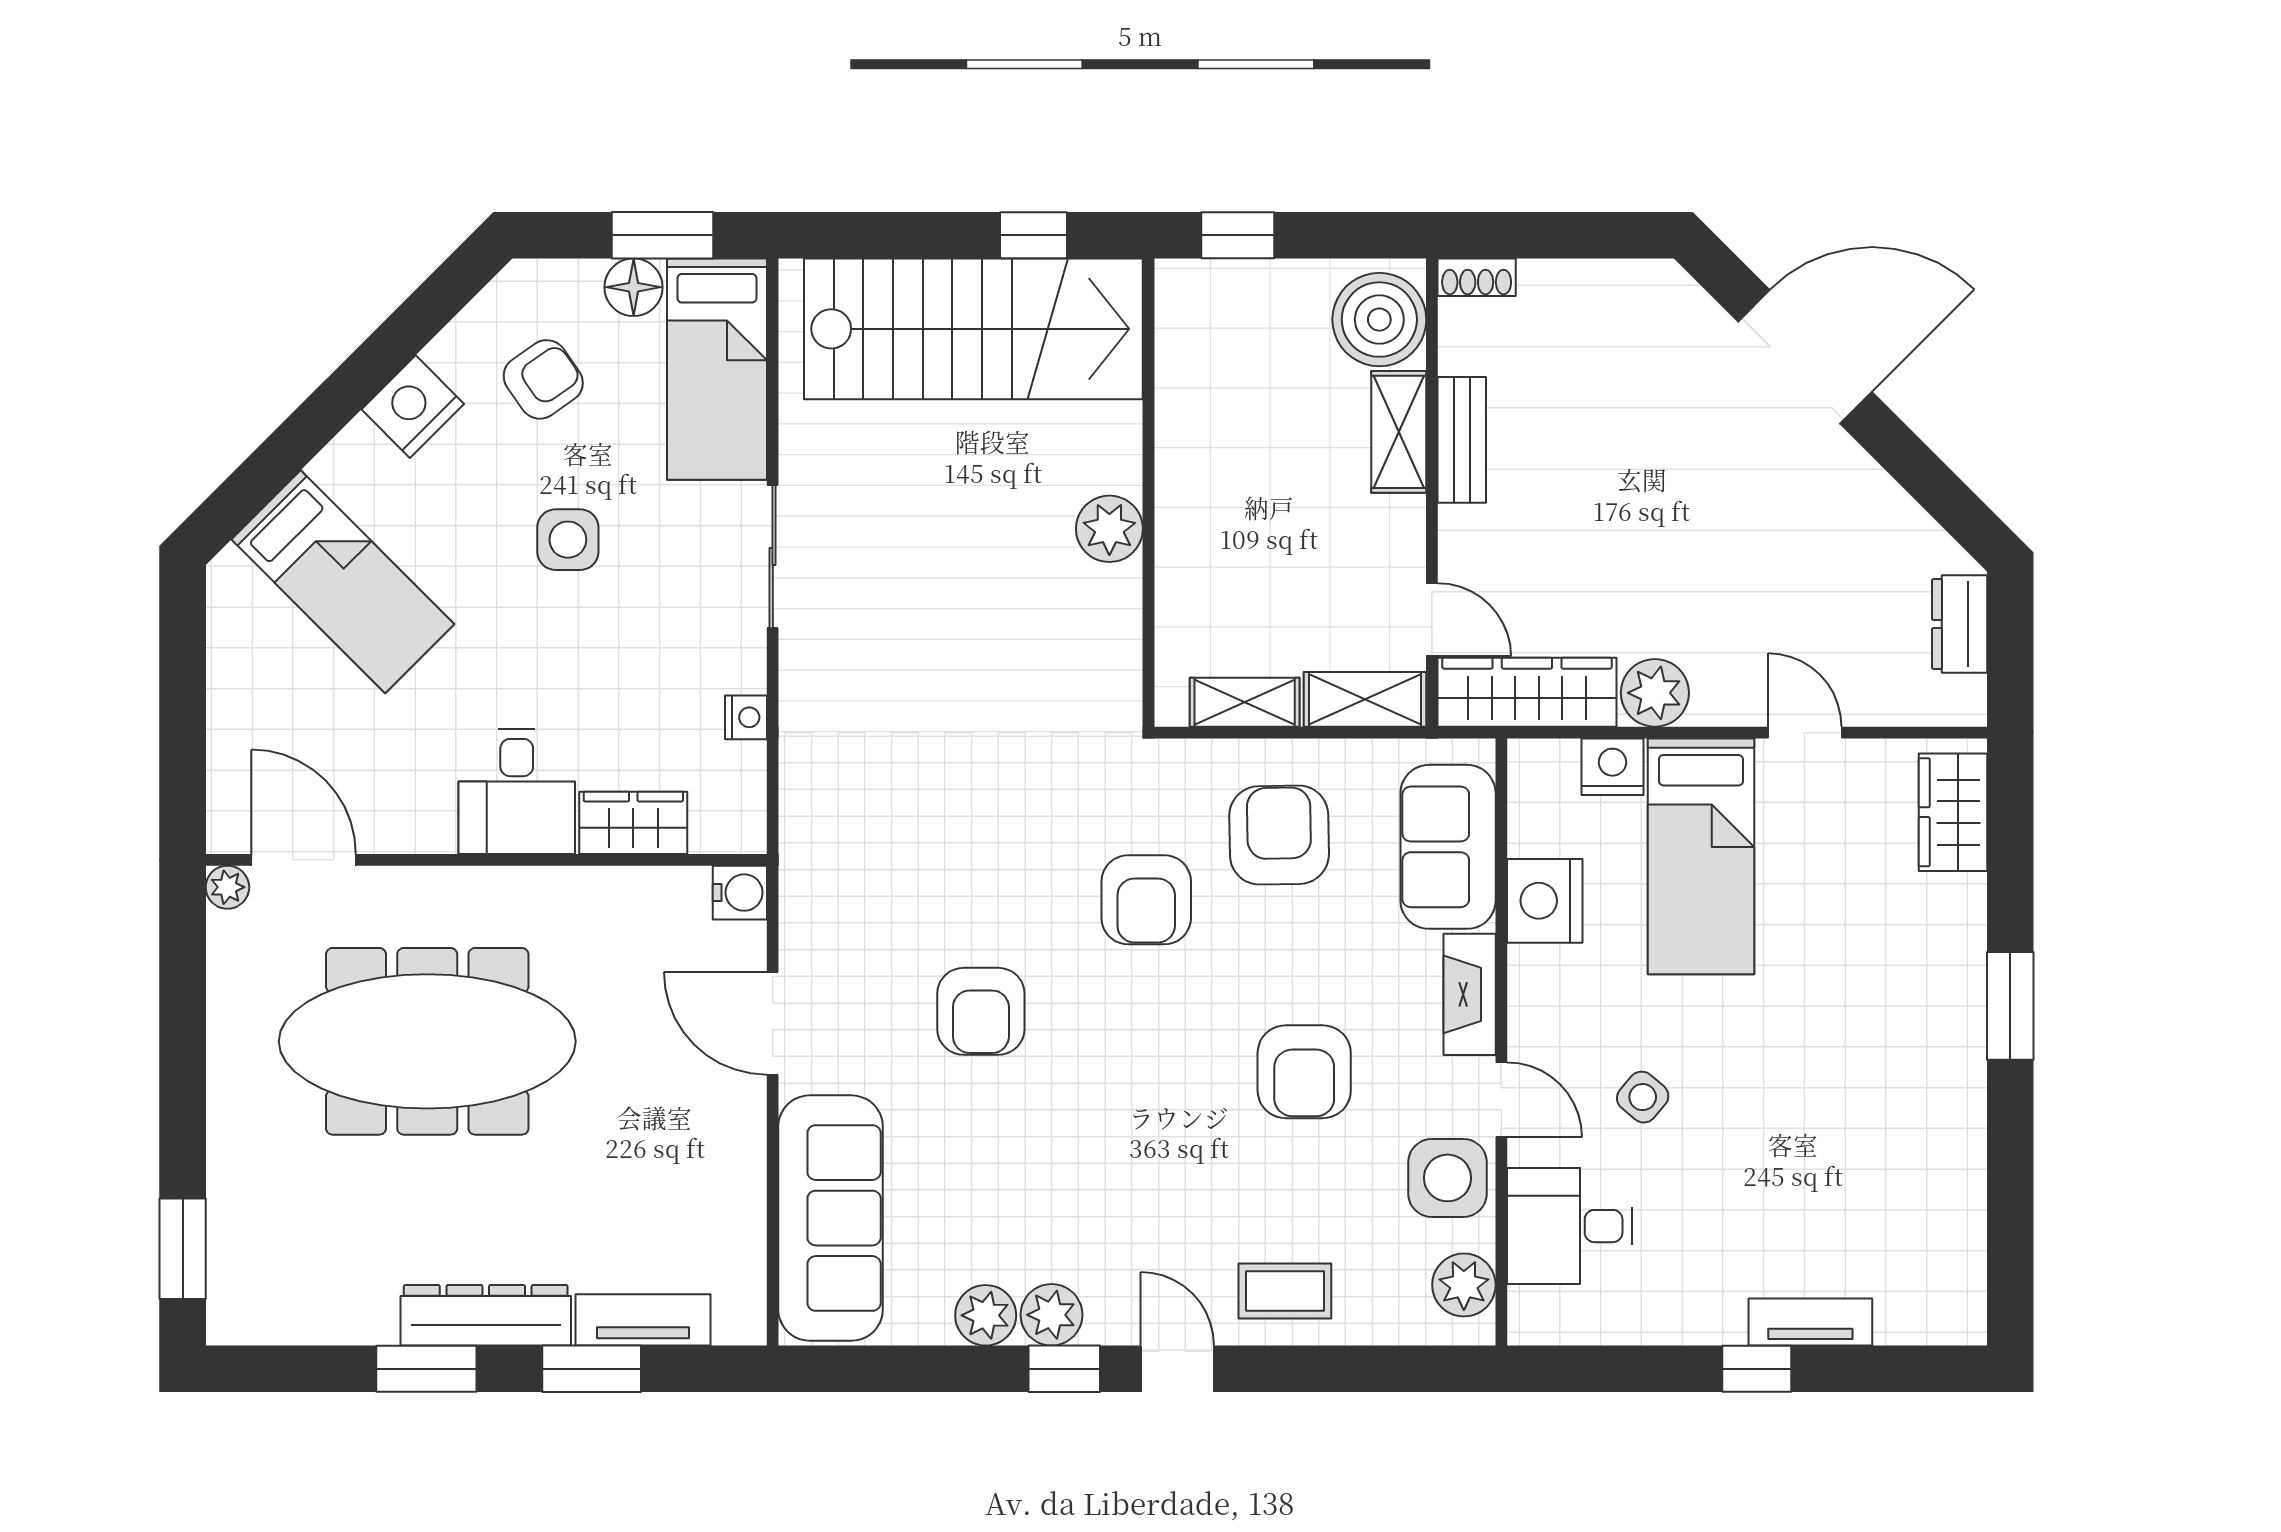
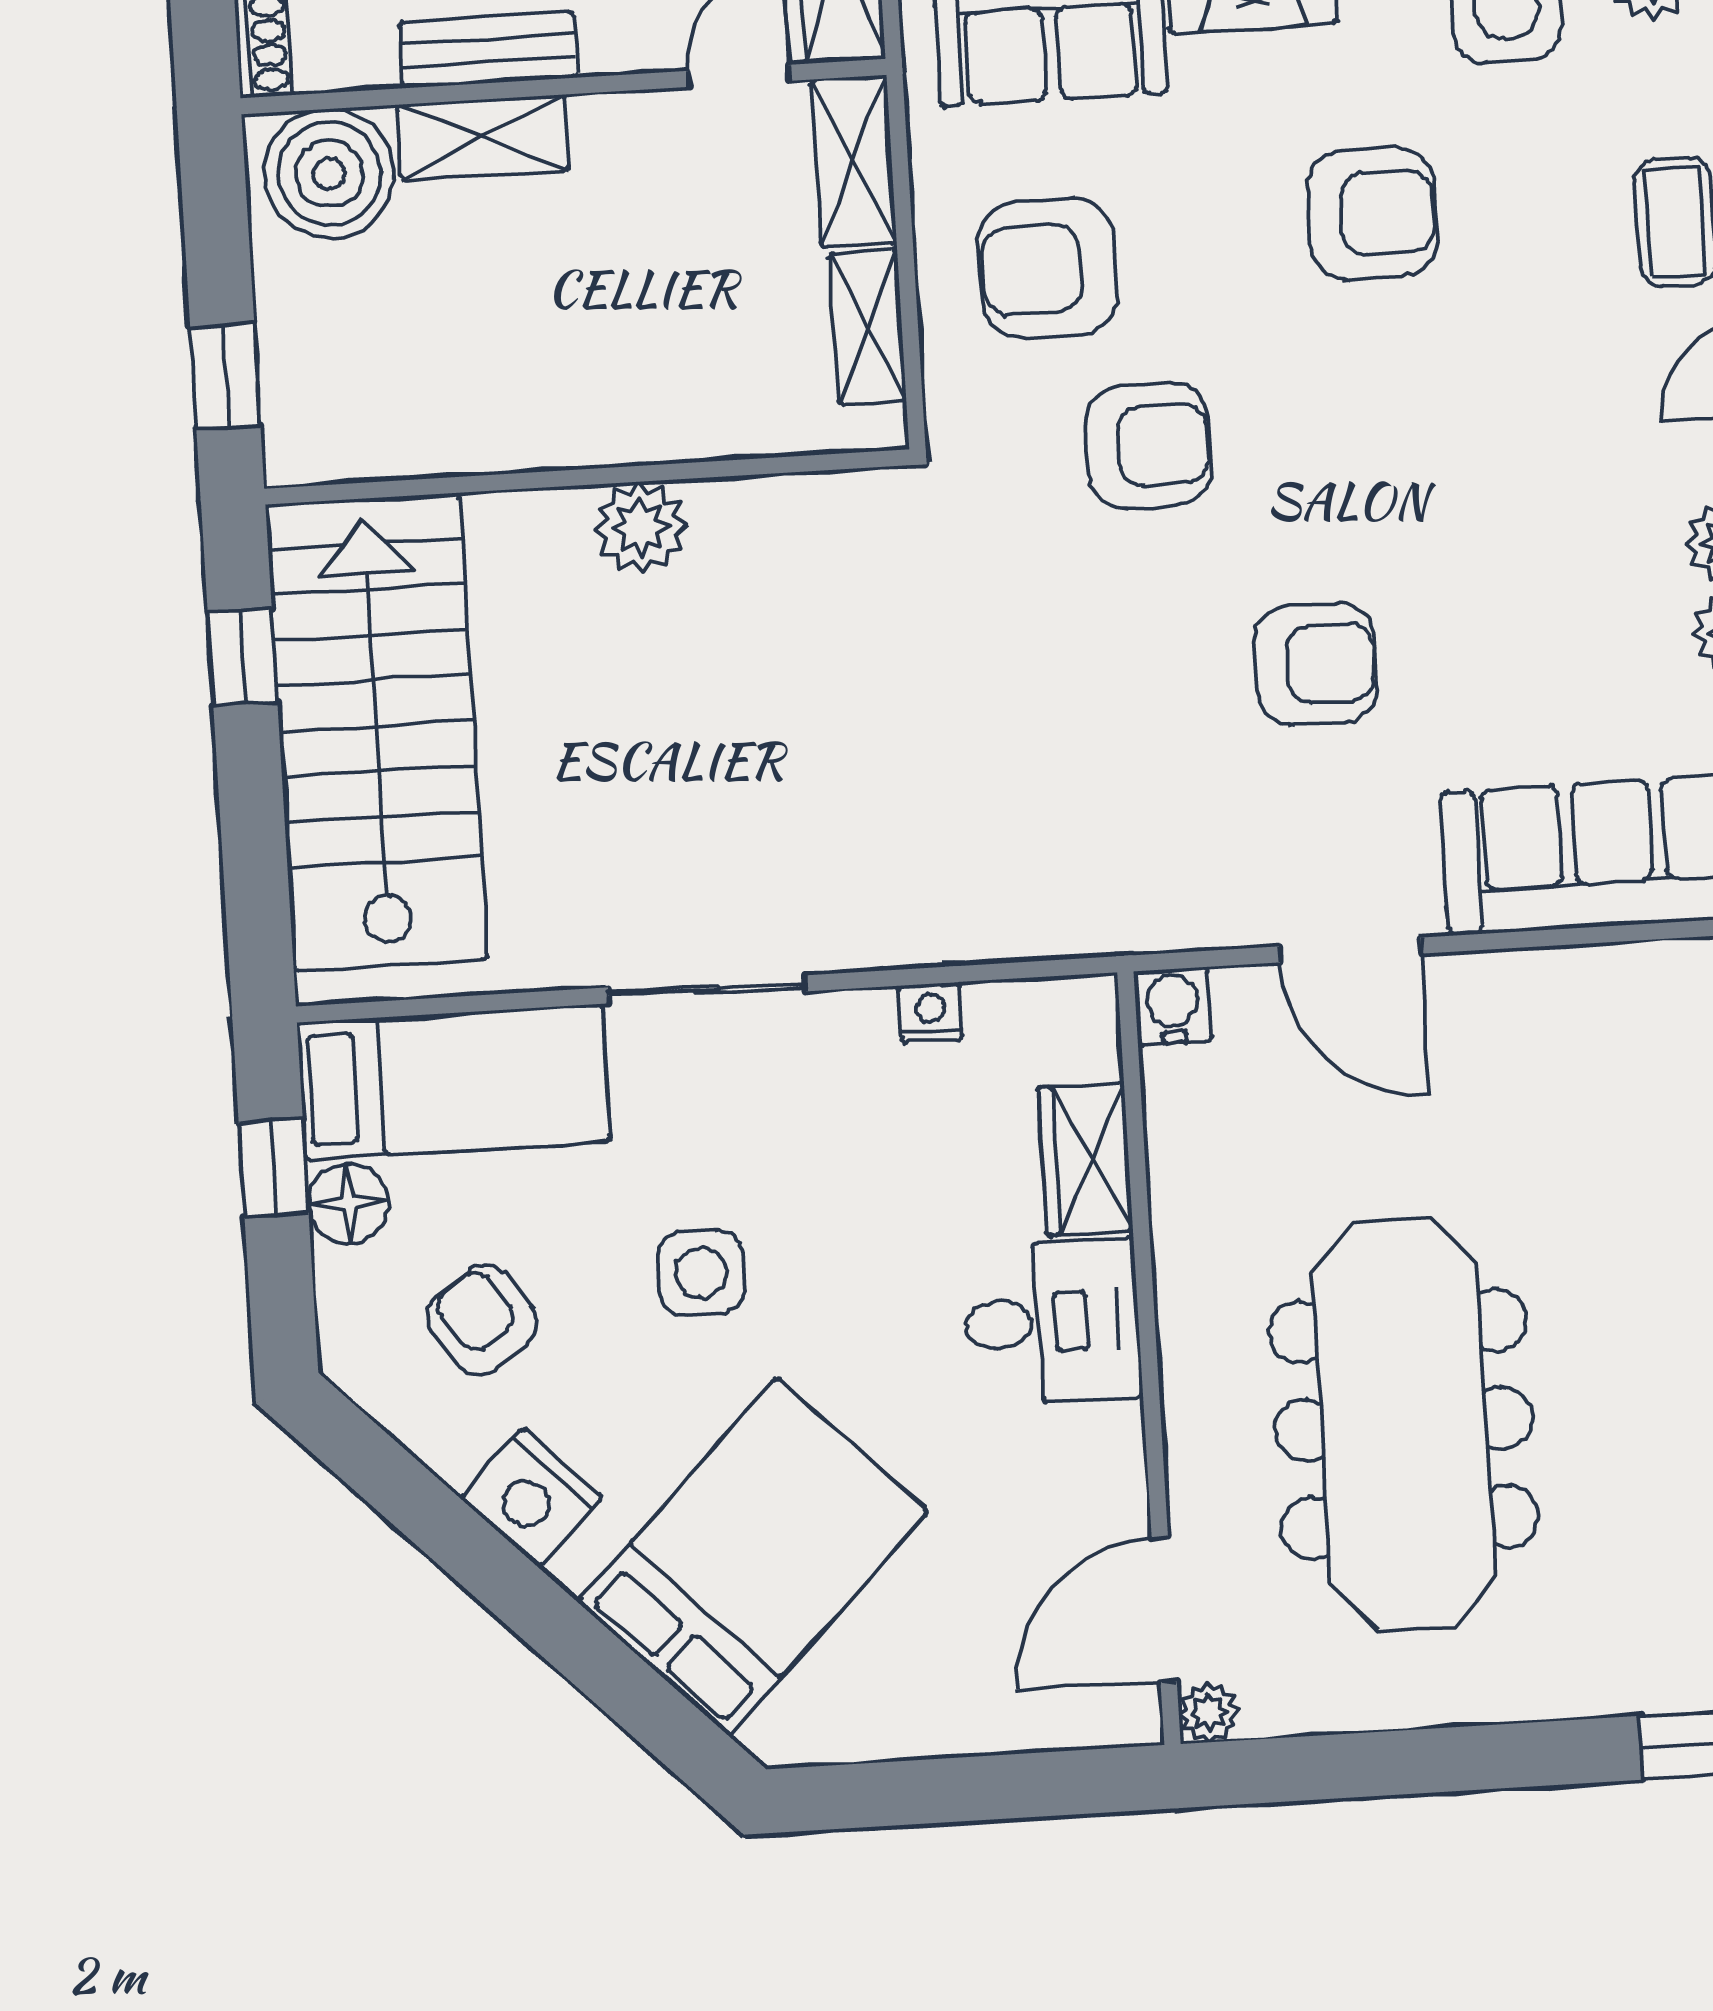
window: (663, 235) -> (274, 1168), width x0.67
bed: (343, 582) -> (753, 1557), width x1.50
door: (773, 1023) -> (1350, 950), hinge flipped

